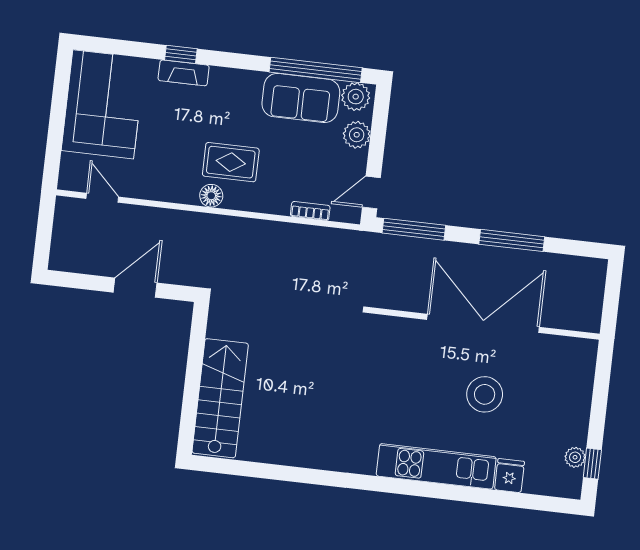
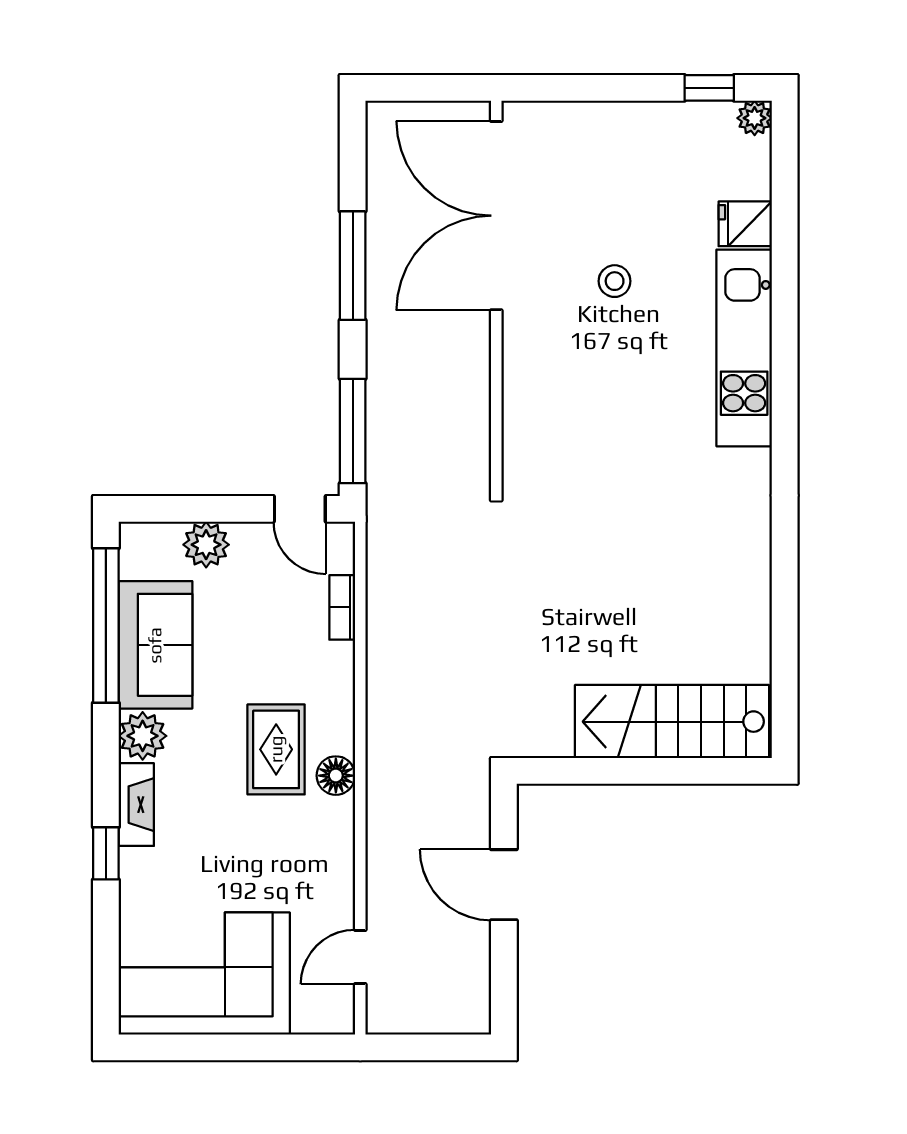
fireplace: (184, 73) -> (136, 805), moved
plant: (356, 97) -> (143, 736), moved
double door: (483, 323) -> (496, 216), moved
stool: (485, 394) -> (615, 281), width x0.53, depth x0.53
plant: (575, 457) -> (755, 118), moved

